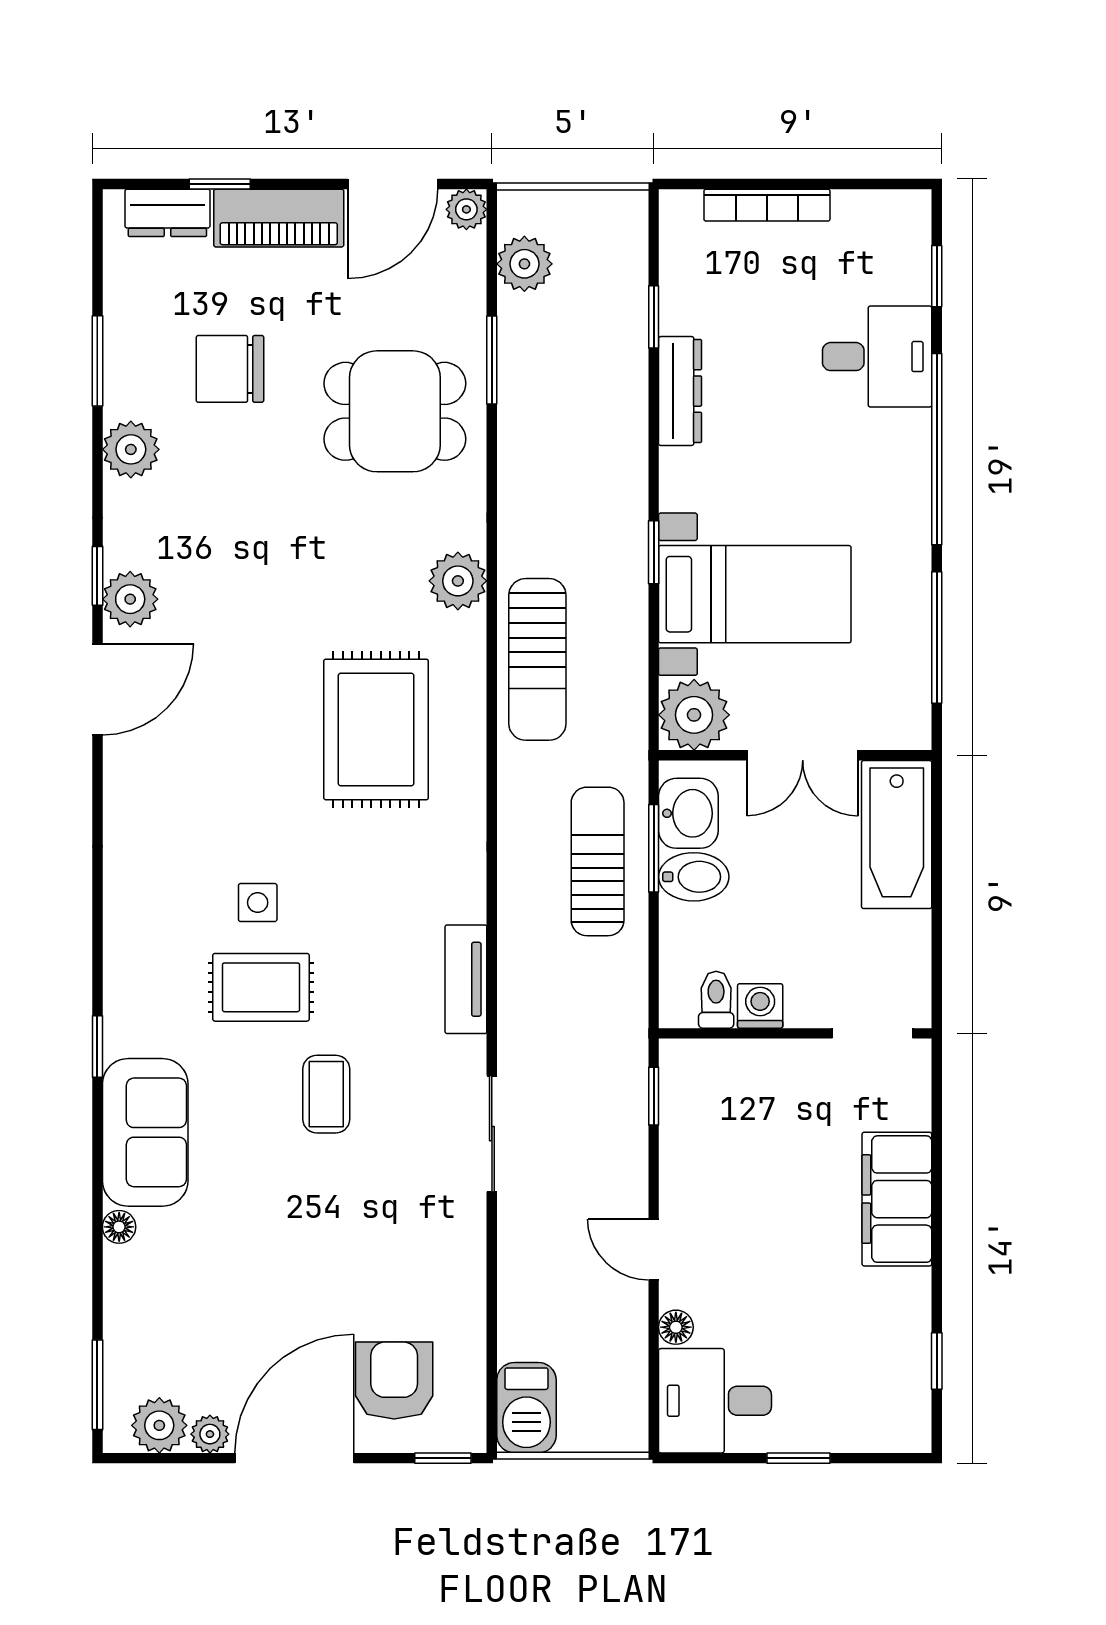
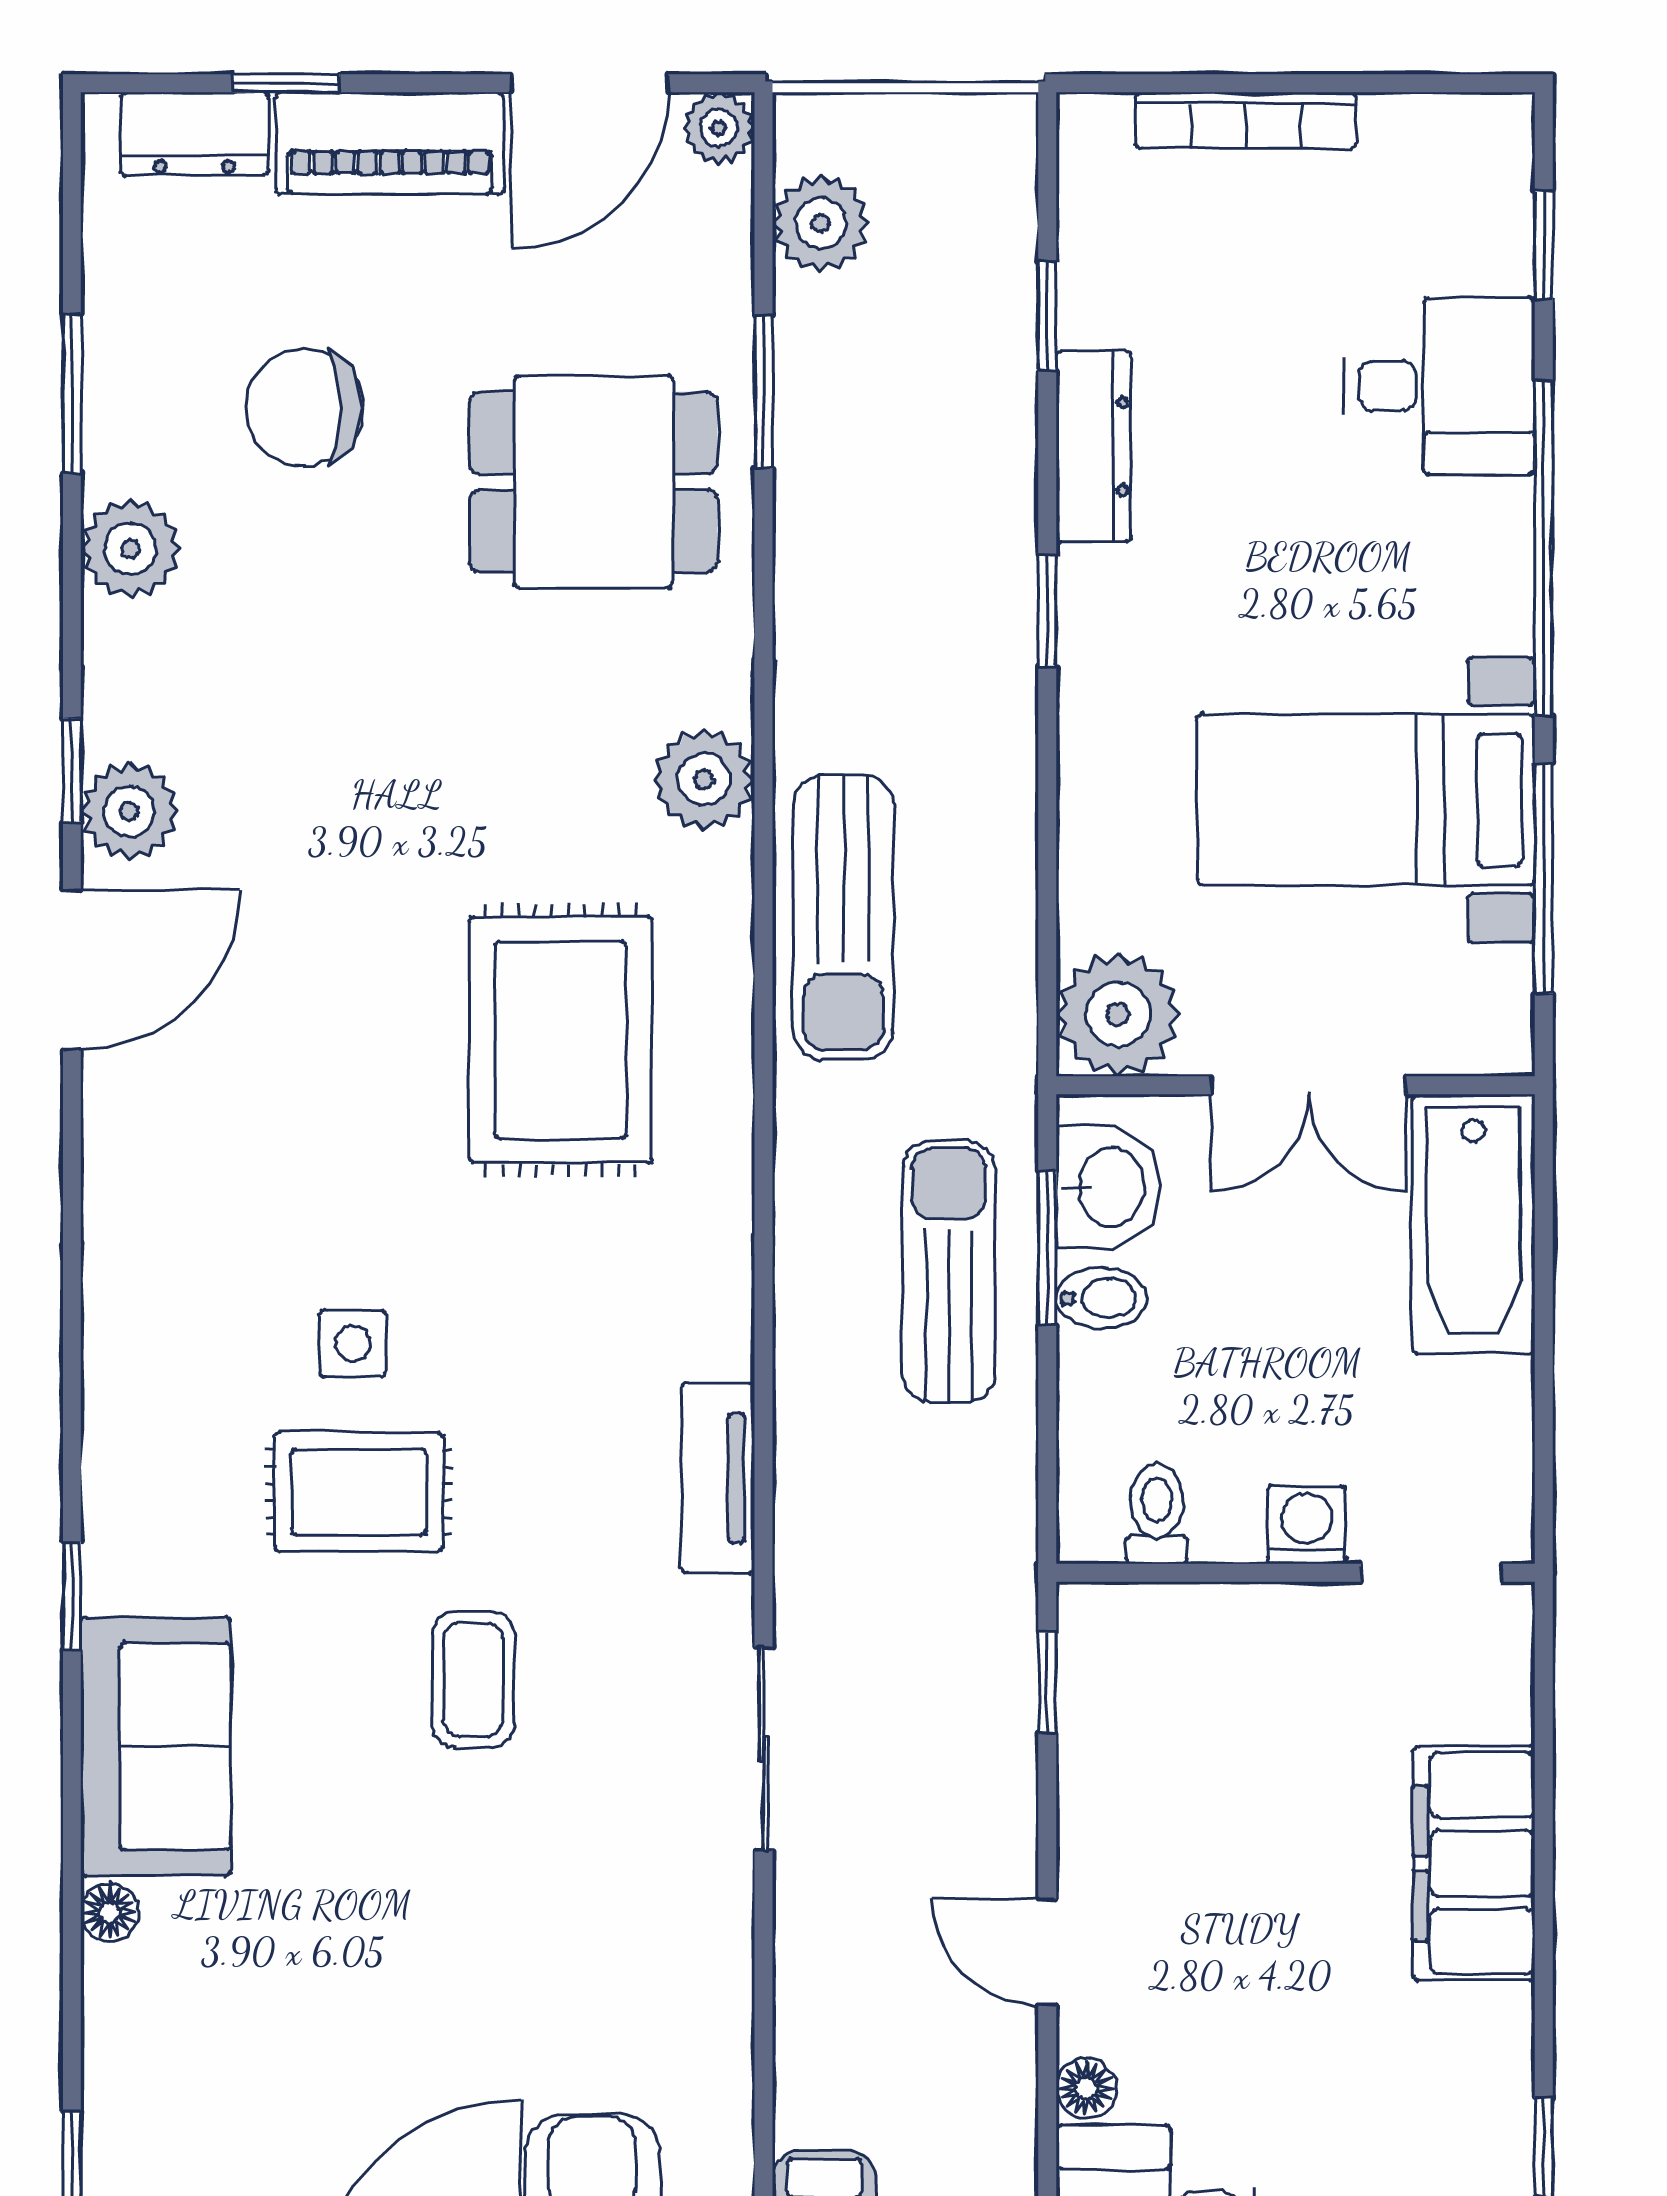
window: (654, 552) -> (1047, 611), moved
bed with nightstands: (755, 594) -> (1366, 800), moved, turned 180
bidet: (694, 877) -> (1101, 1298), width x0.72, depth x0.74
washing machine: (760, 1006) -> (1307, 1525), moved

